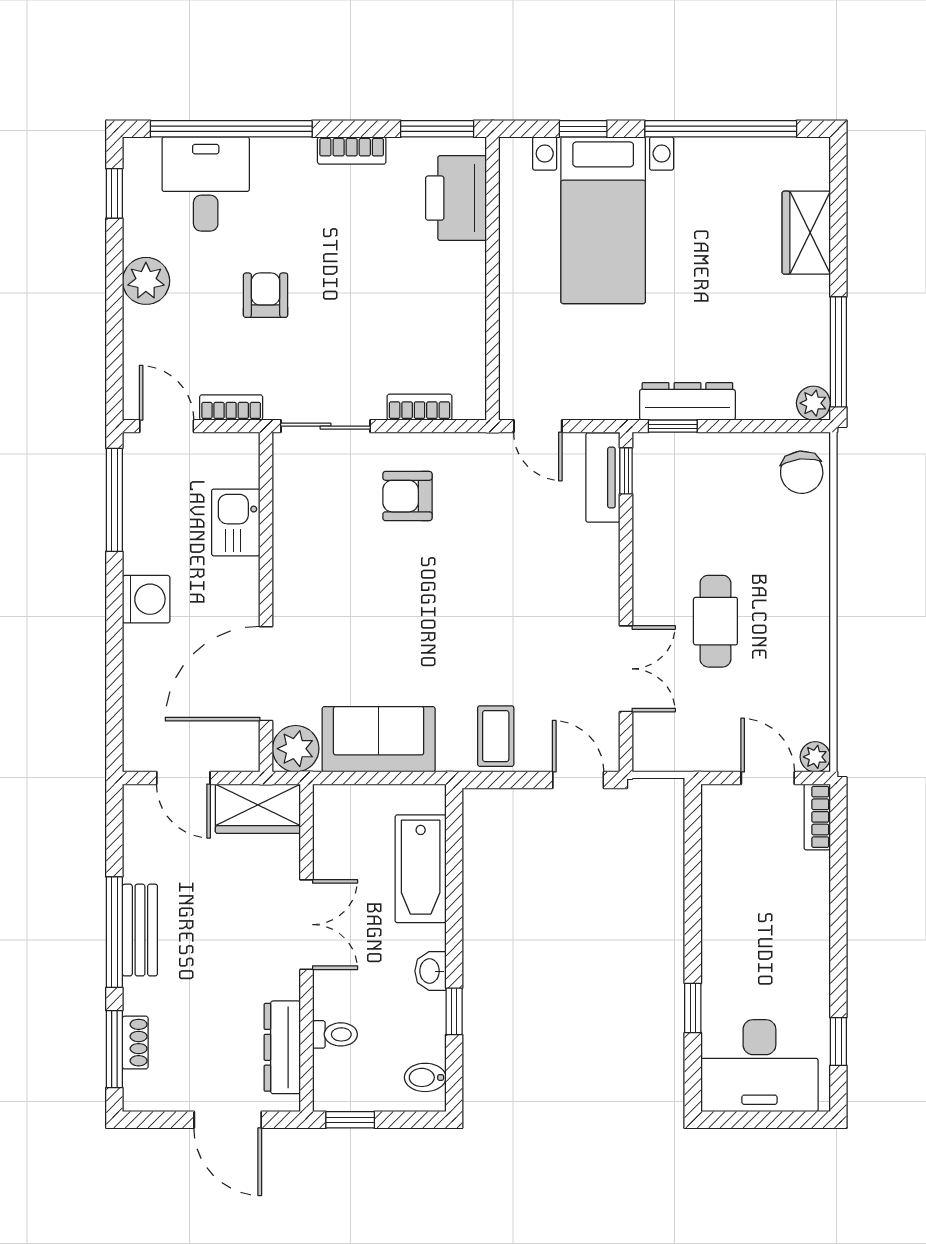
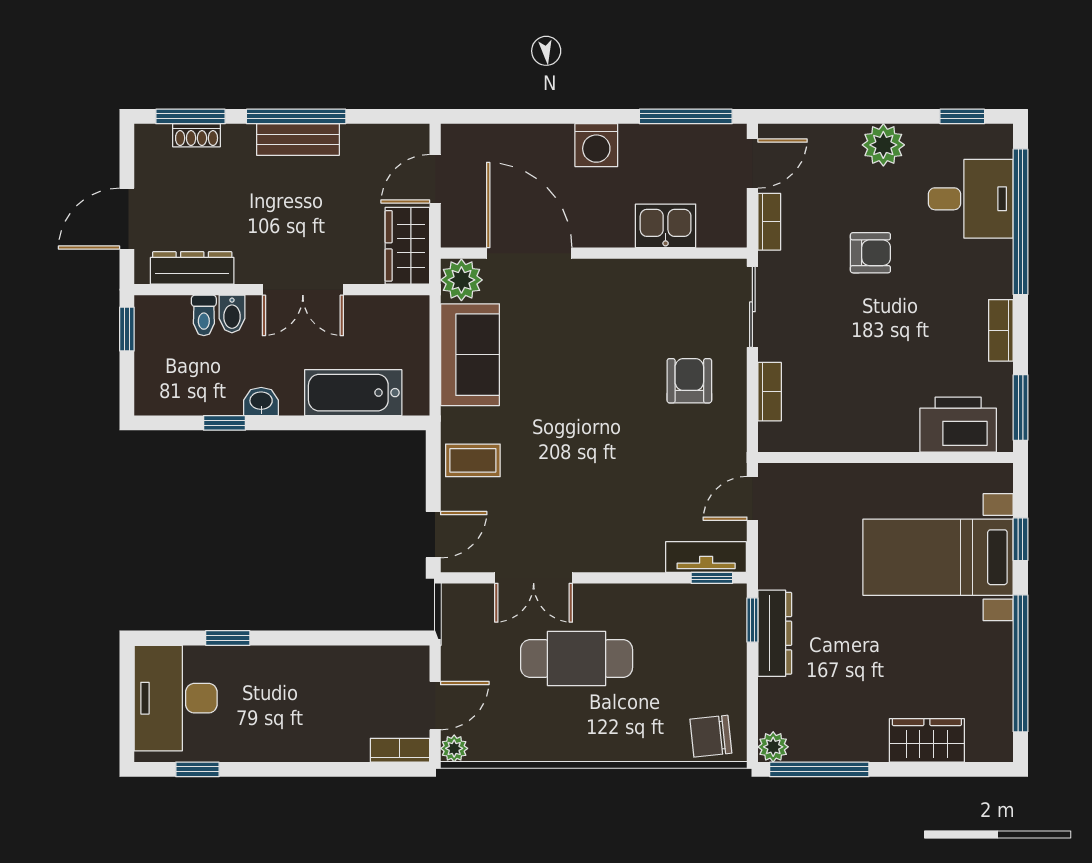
cafe table: (715, 621) -> (577, 659), width x1.37, depth x1.35
bidet: (425, 1077) -> (232, 314), moved, turned 180

